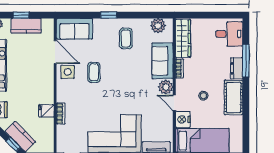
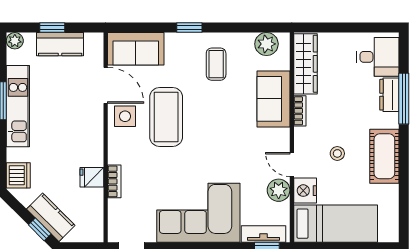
dresser: (237, 68) -> (389, 95), moved
coffee table: (94, 72) -> (166, 117), width x1.86, depth x1.72
plant: (166, 87) -> (279, 190), moved

